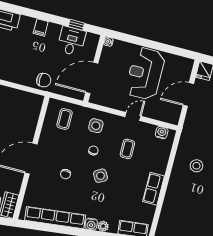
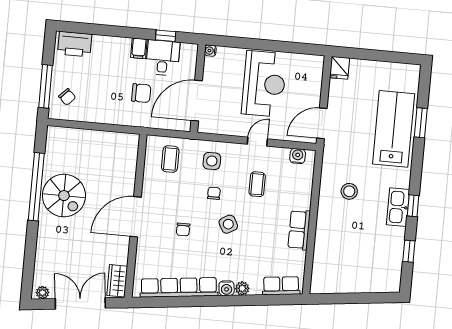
filing cabinet: (41, 27) -> (139, 48), moved
reception desk: (145, 74) -> (264, 84), turned 180
chair: (44, 80) -> (141, 93), moved
door: (188, 94) -> (322, 123), moved

